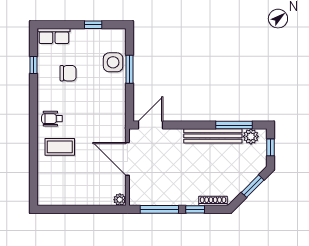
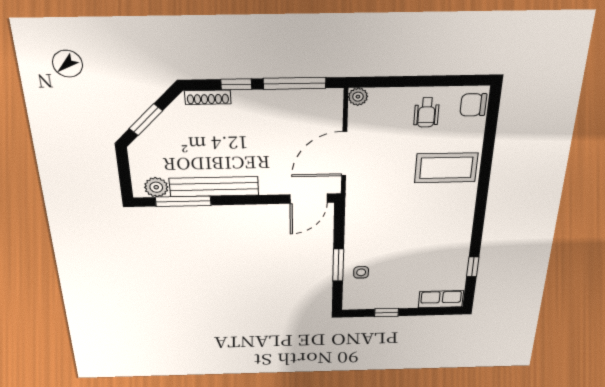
side table: (113, 62) -> (361, 272), width x0.54, depth x0.54
chair: (68, 73) -> (473, 105), moved
wheelchair: (52, 119) -> (427, 113), moved, turned 90
coffee table: (60, 147) -> (446, 168), width x1.36, depth x1.32
window: (270, 147) -> (124, 174), removed
door: (127, 159) -> (344, 154), swing flipped

